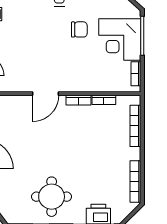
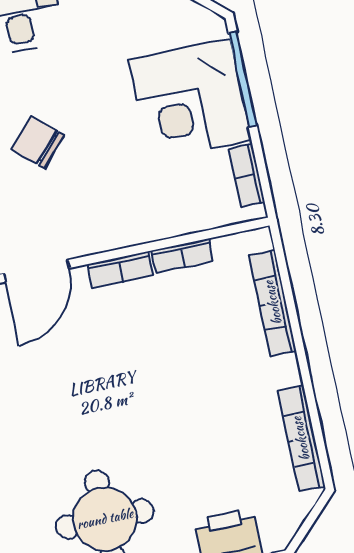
chair: (79, 29) -> (38, 142), moved, turned -137

